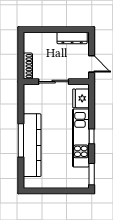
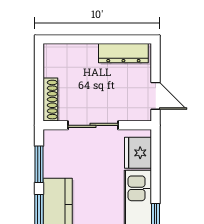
window: (21, 105) -> (39, 164), added

